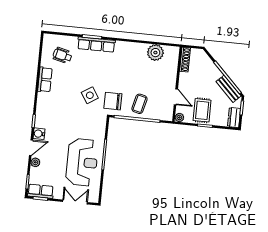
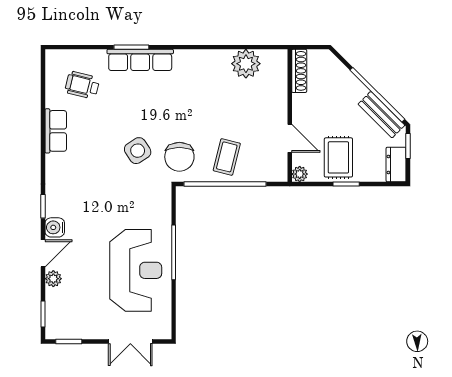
chair: (113, 101) -> (179, 157), turned -90
row of seats: (41, 191) -> (68, 329), removed
double door: (75, 202) -> (130, 342), swing flipped

